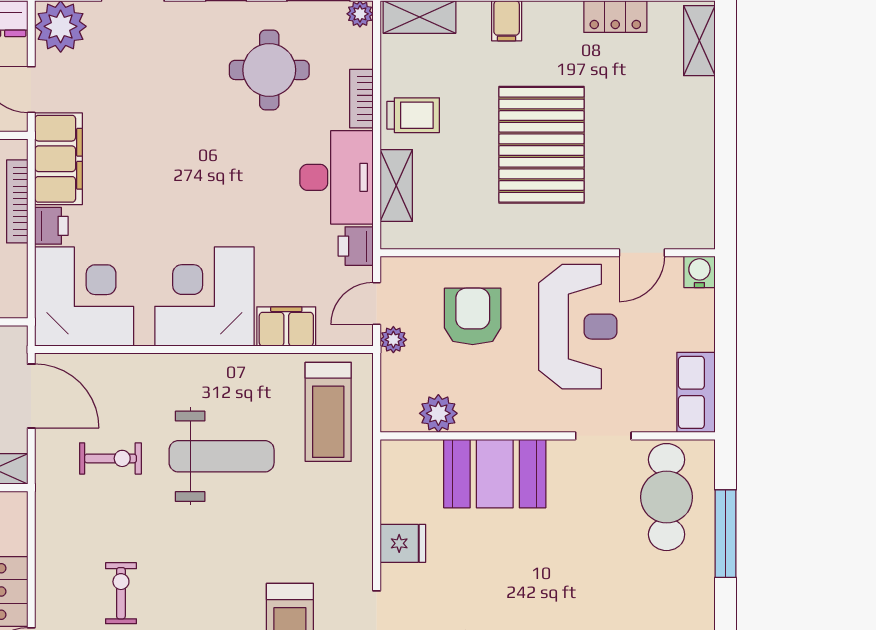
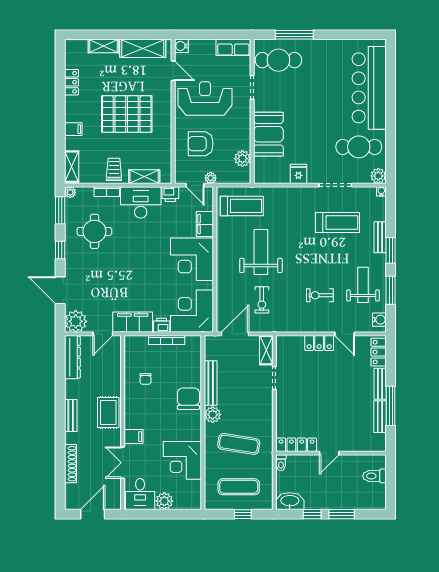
shelving: (699, 41) -> (104, 46), moved
shelving: (694, 182) -> (143, 48), added
bookcase: (17, 201) -> (167, 340), moved
exercise bike: (110, 458) -> (262, 300), turned 180

